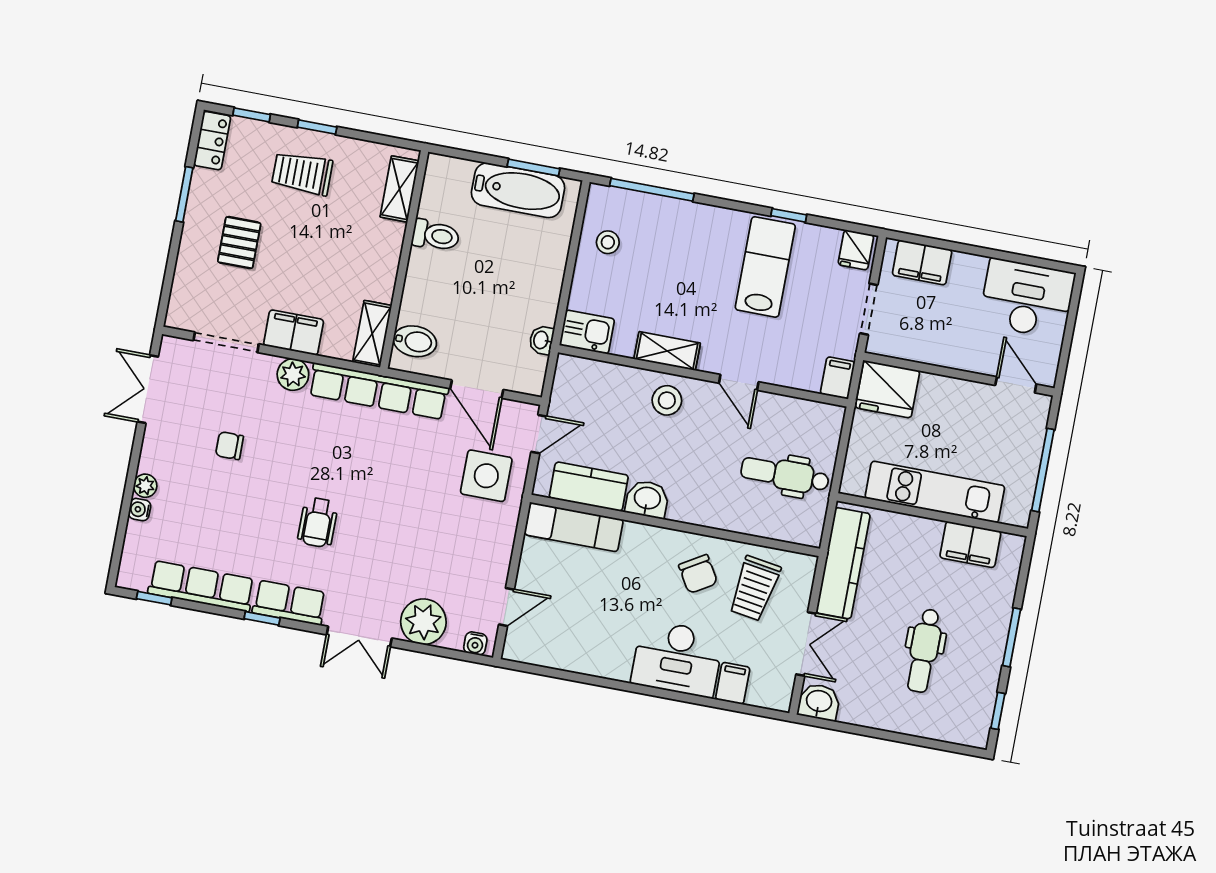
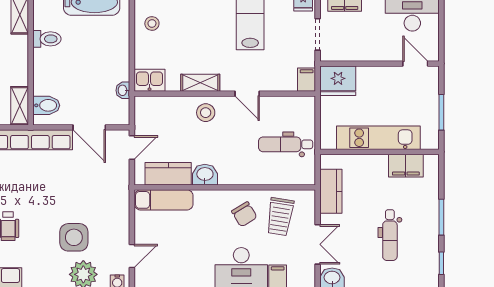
window: (1043, 470) -> (441, 112), width x0.69
side table: (486, 476) -> (74, 237), moved
kitchen counter: (843, 563) -> (331, 191), width x0.67

